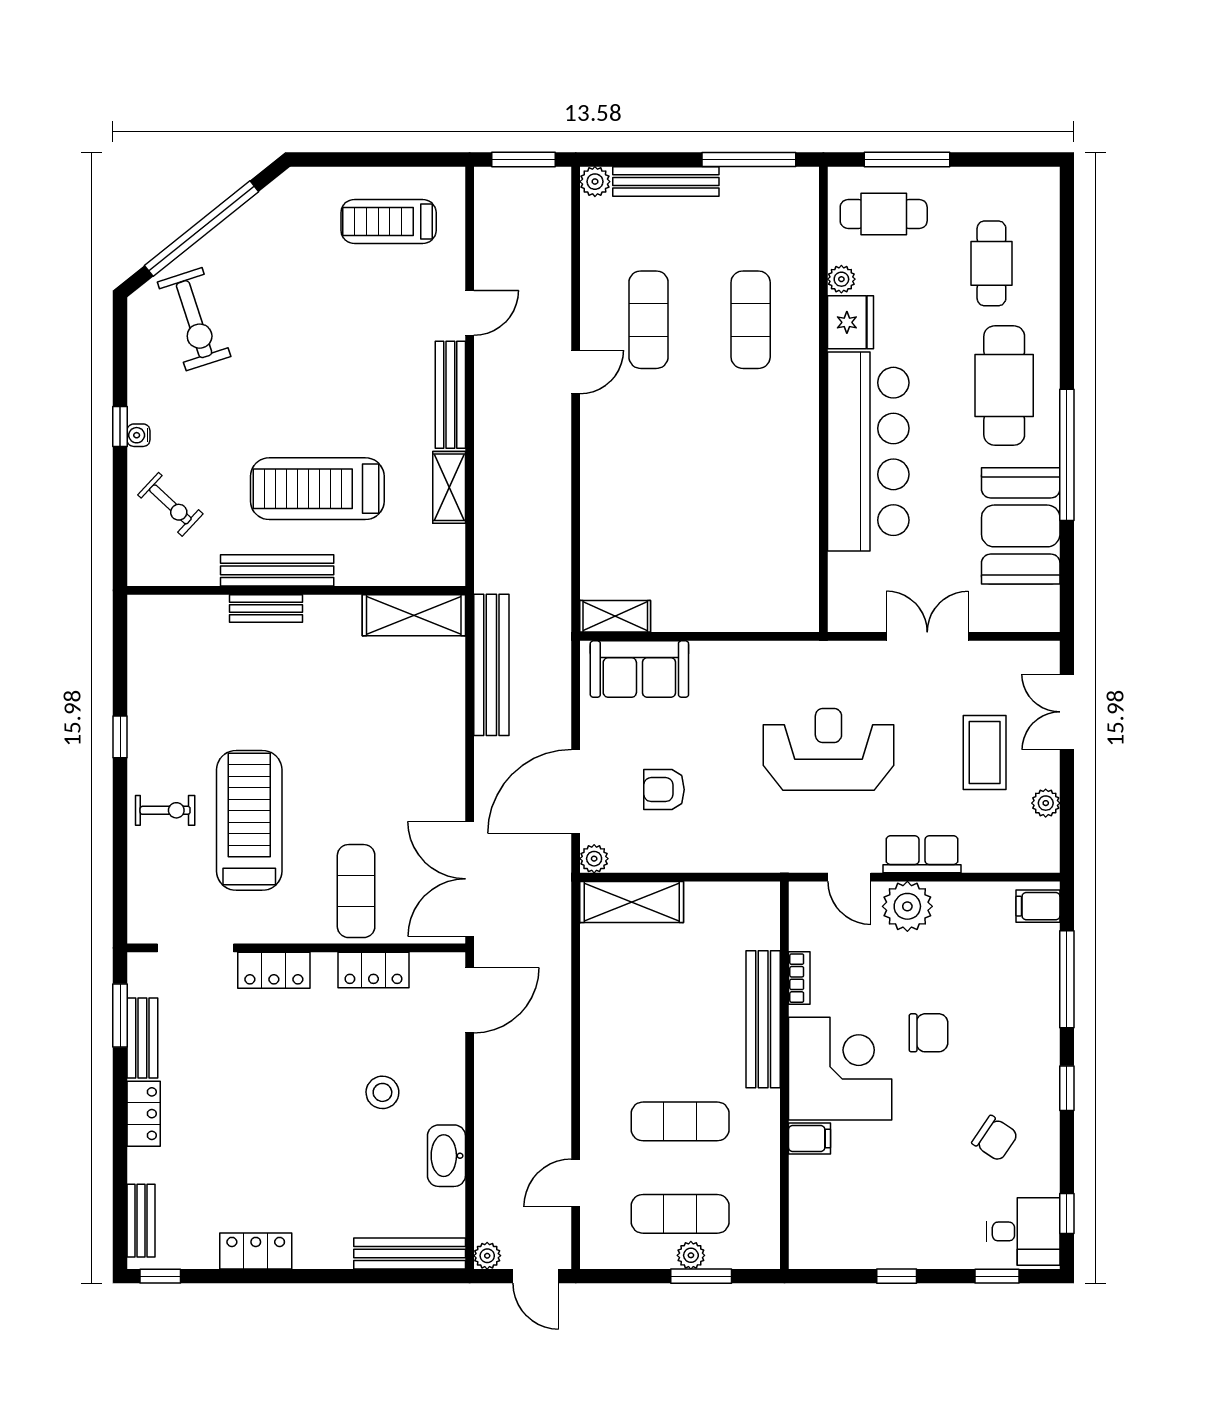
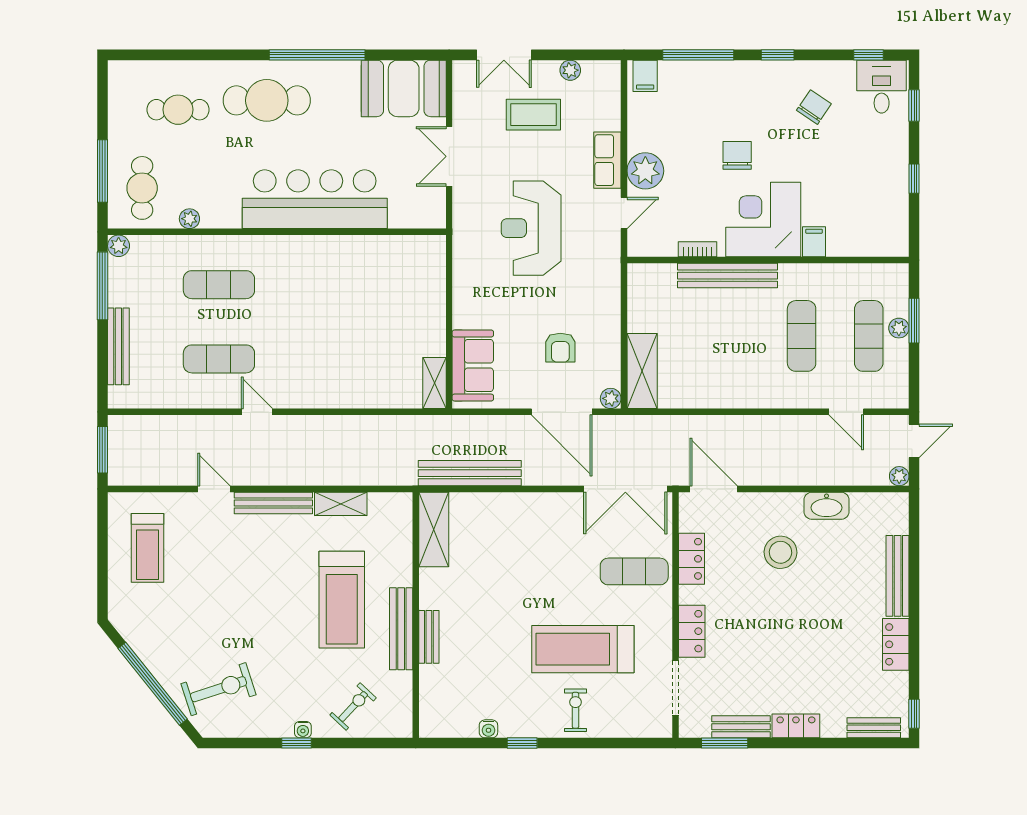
plant: (595, 182) -> (119, 246), moved
fridge: (851, 322) -> (221, 212), removed
booth: (1021, 526) -> (404, 88), moved
water cooler: (140, 691) -> (488, 729), added
stool: (382, 1092) -> (781, 552), width x1.38, depth x1.38
bench: (410, 1253) -> (898, 576), moved

